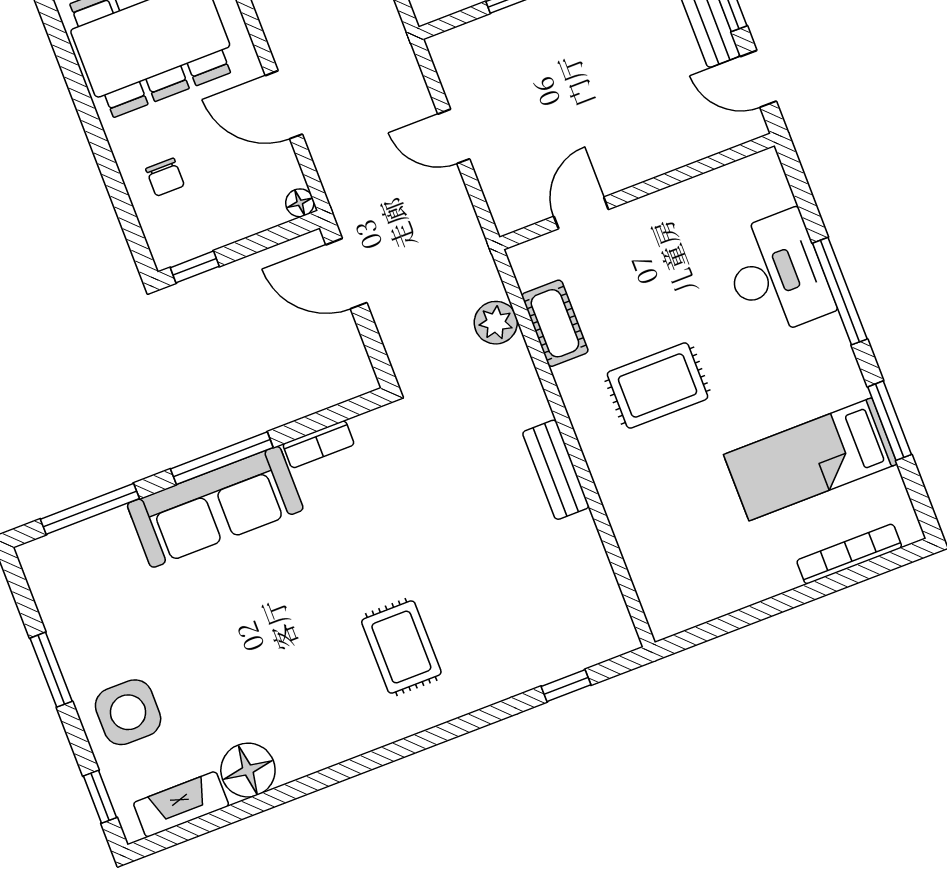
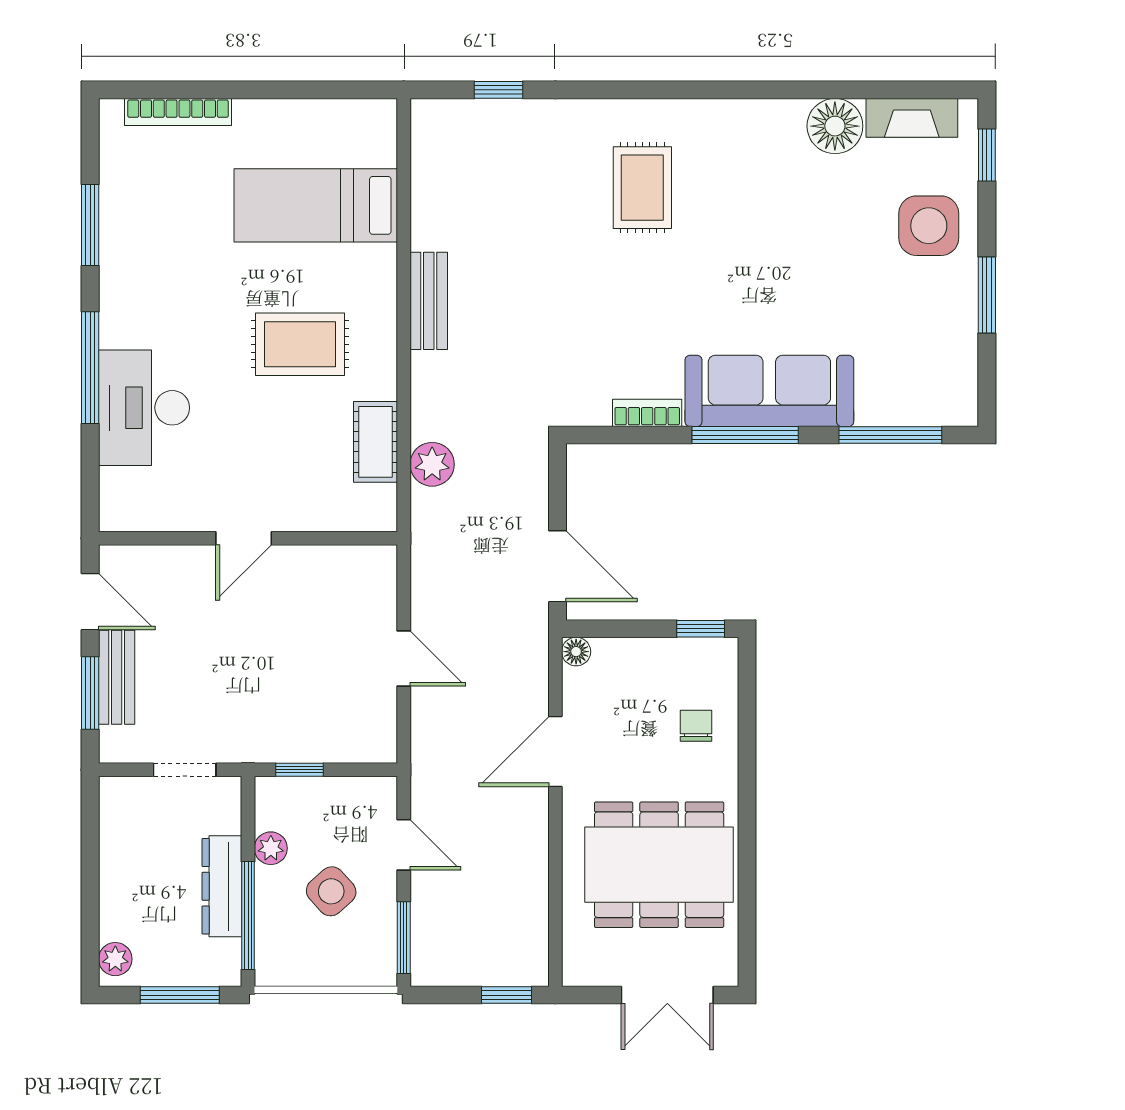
door: (284, 105) -> (555, 752), swing flipped
door: (581, 213) -> (244, 538), moved
bed: (810, 459) -> (316, 205), moved, turned 180

